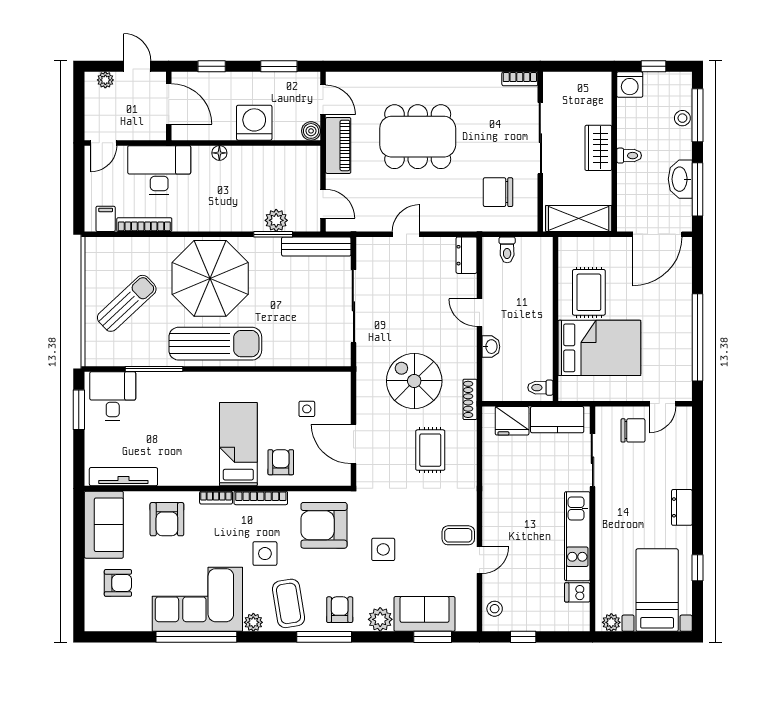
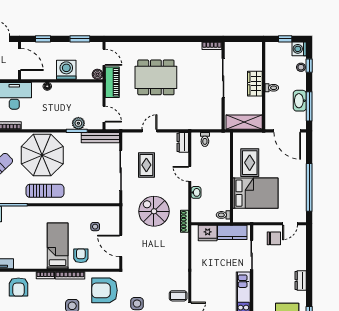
washing machine: (630, 85) -> (299, 49), moved, turned 90
window: (697, 115) -> (309, 66), width x0.46
chair: (498, 192) -> (200, 108), removed
door: (657, 234) -> (287, 131), hinge flipped
sun lounger: (215, 344) -> (45, 191), width x0.73, depth x0.75
rug: (430, 450) -> (146, 165), moved

